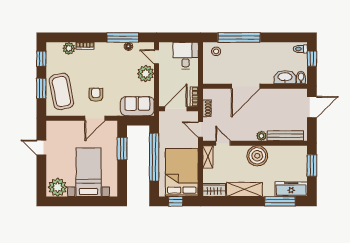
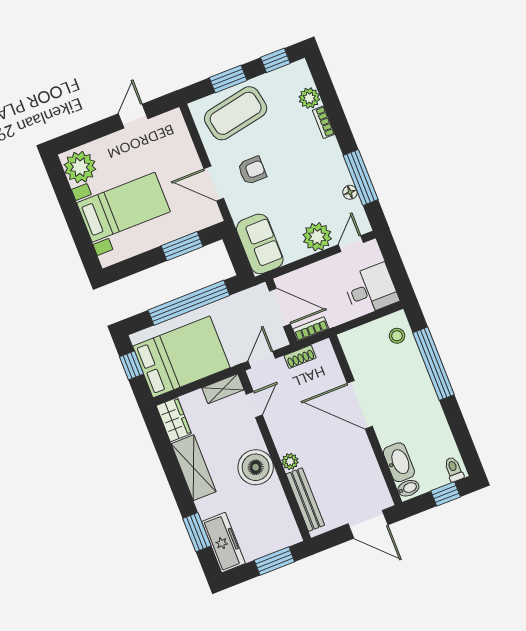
window: (280, 201) -> (197, 532), width x0.69

